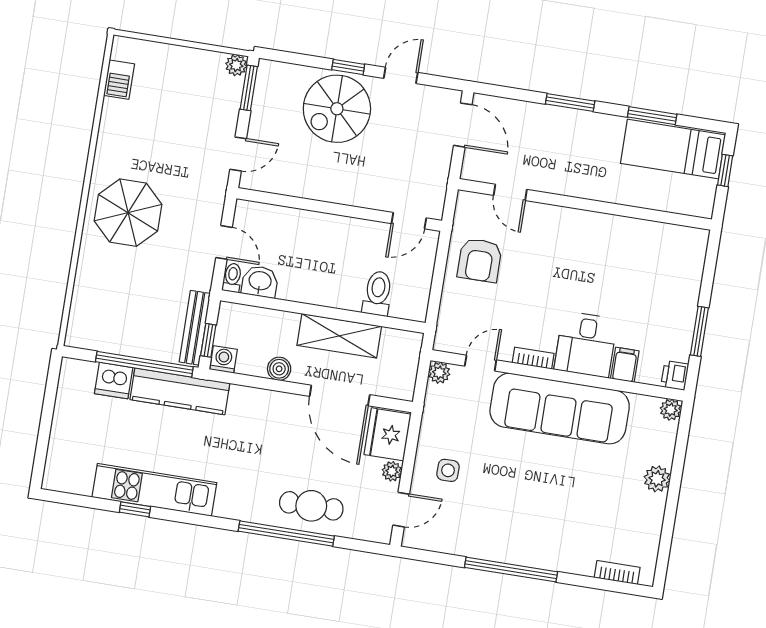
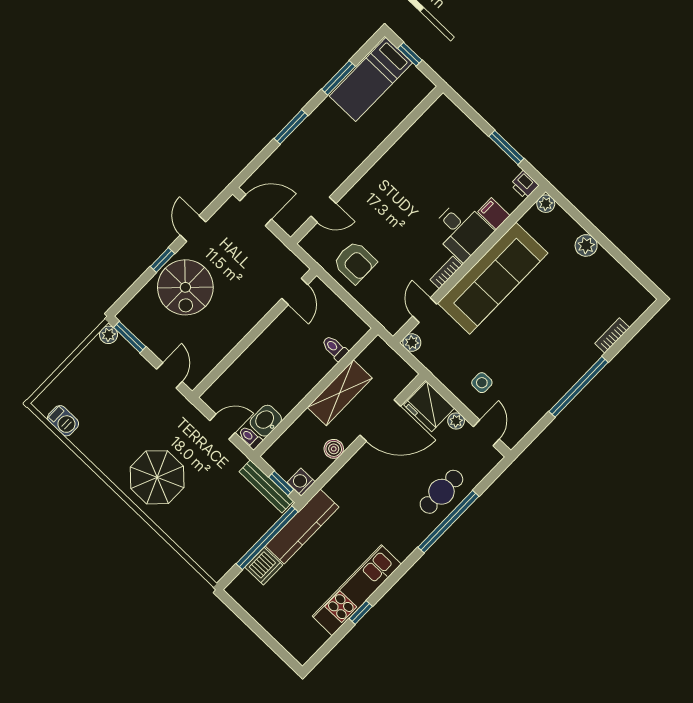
toilet: (378, 293) -> (335, 348), width x0.73, depth x0.72
bookcase: (617, 572) -> (612, 336), moved

